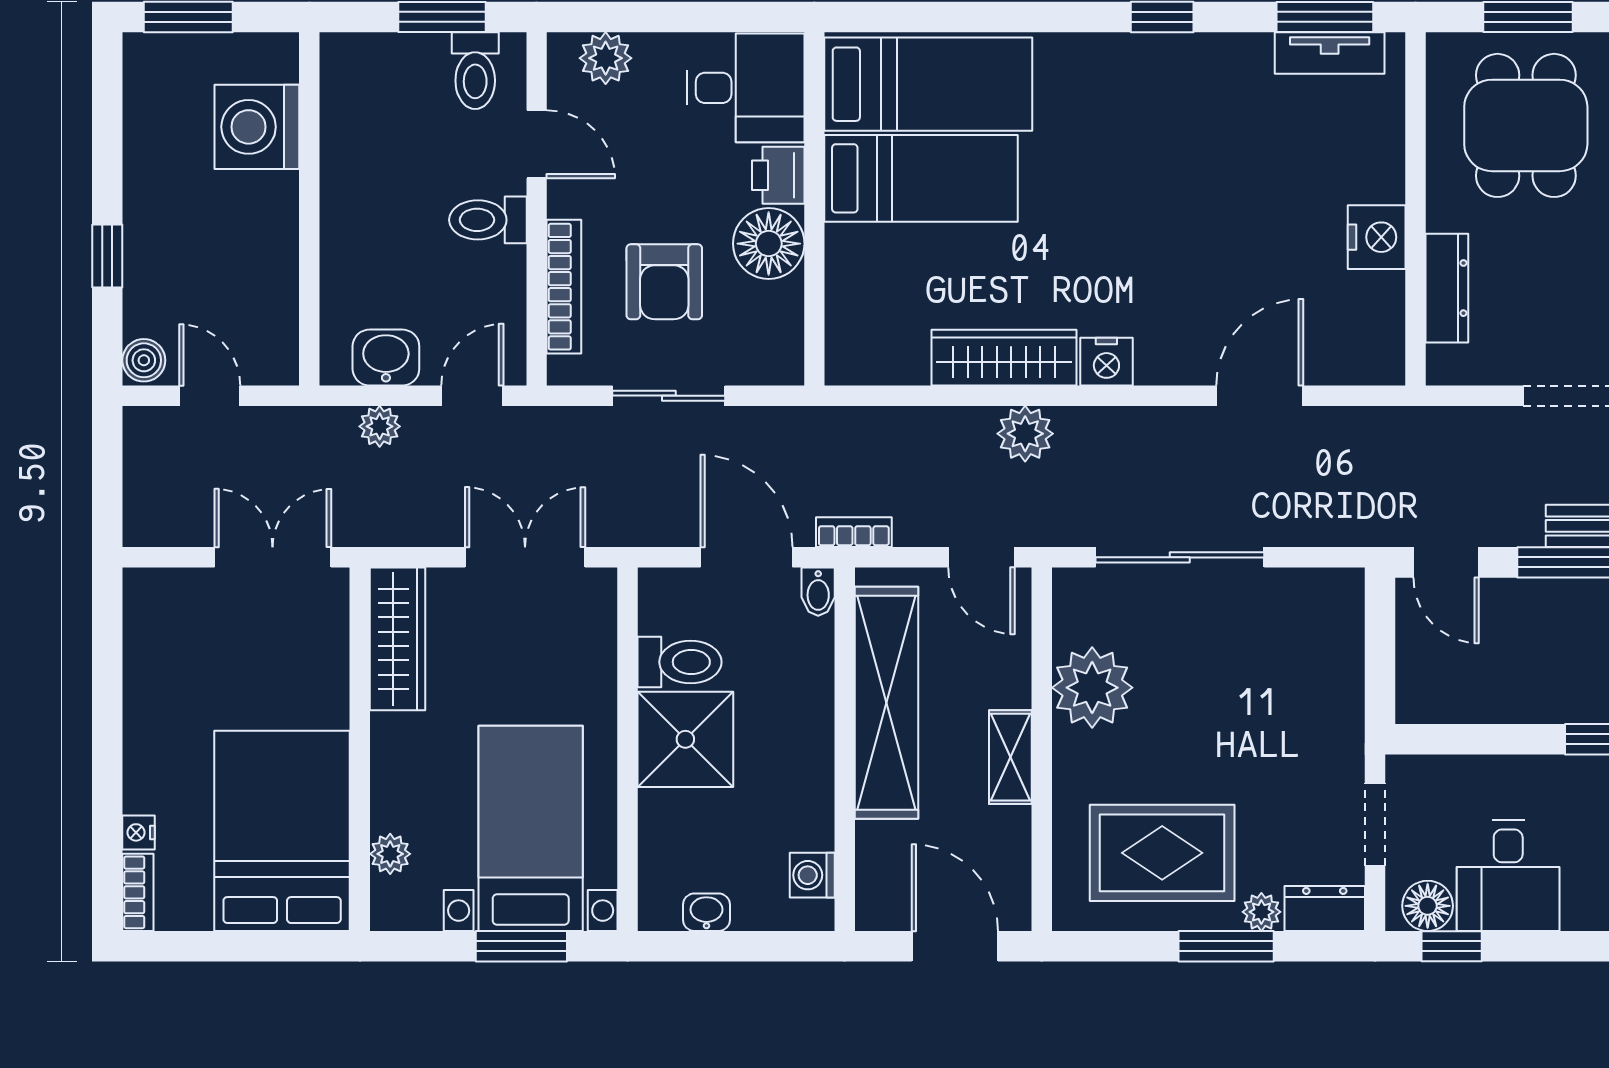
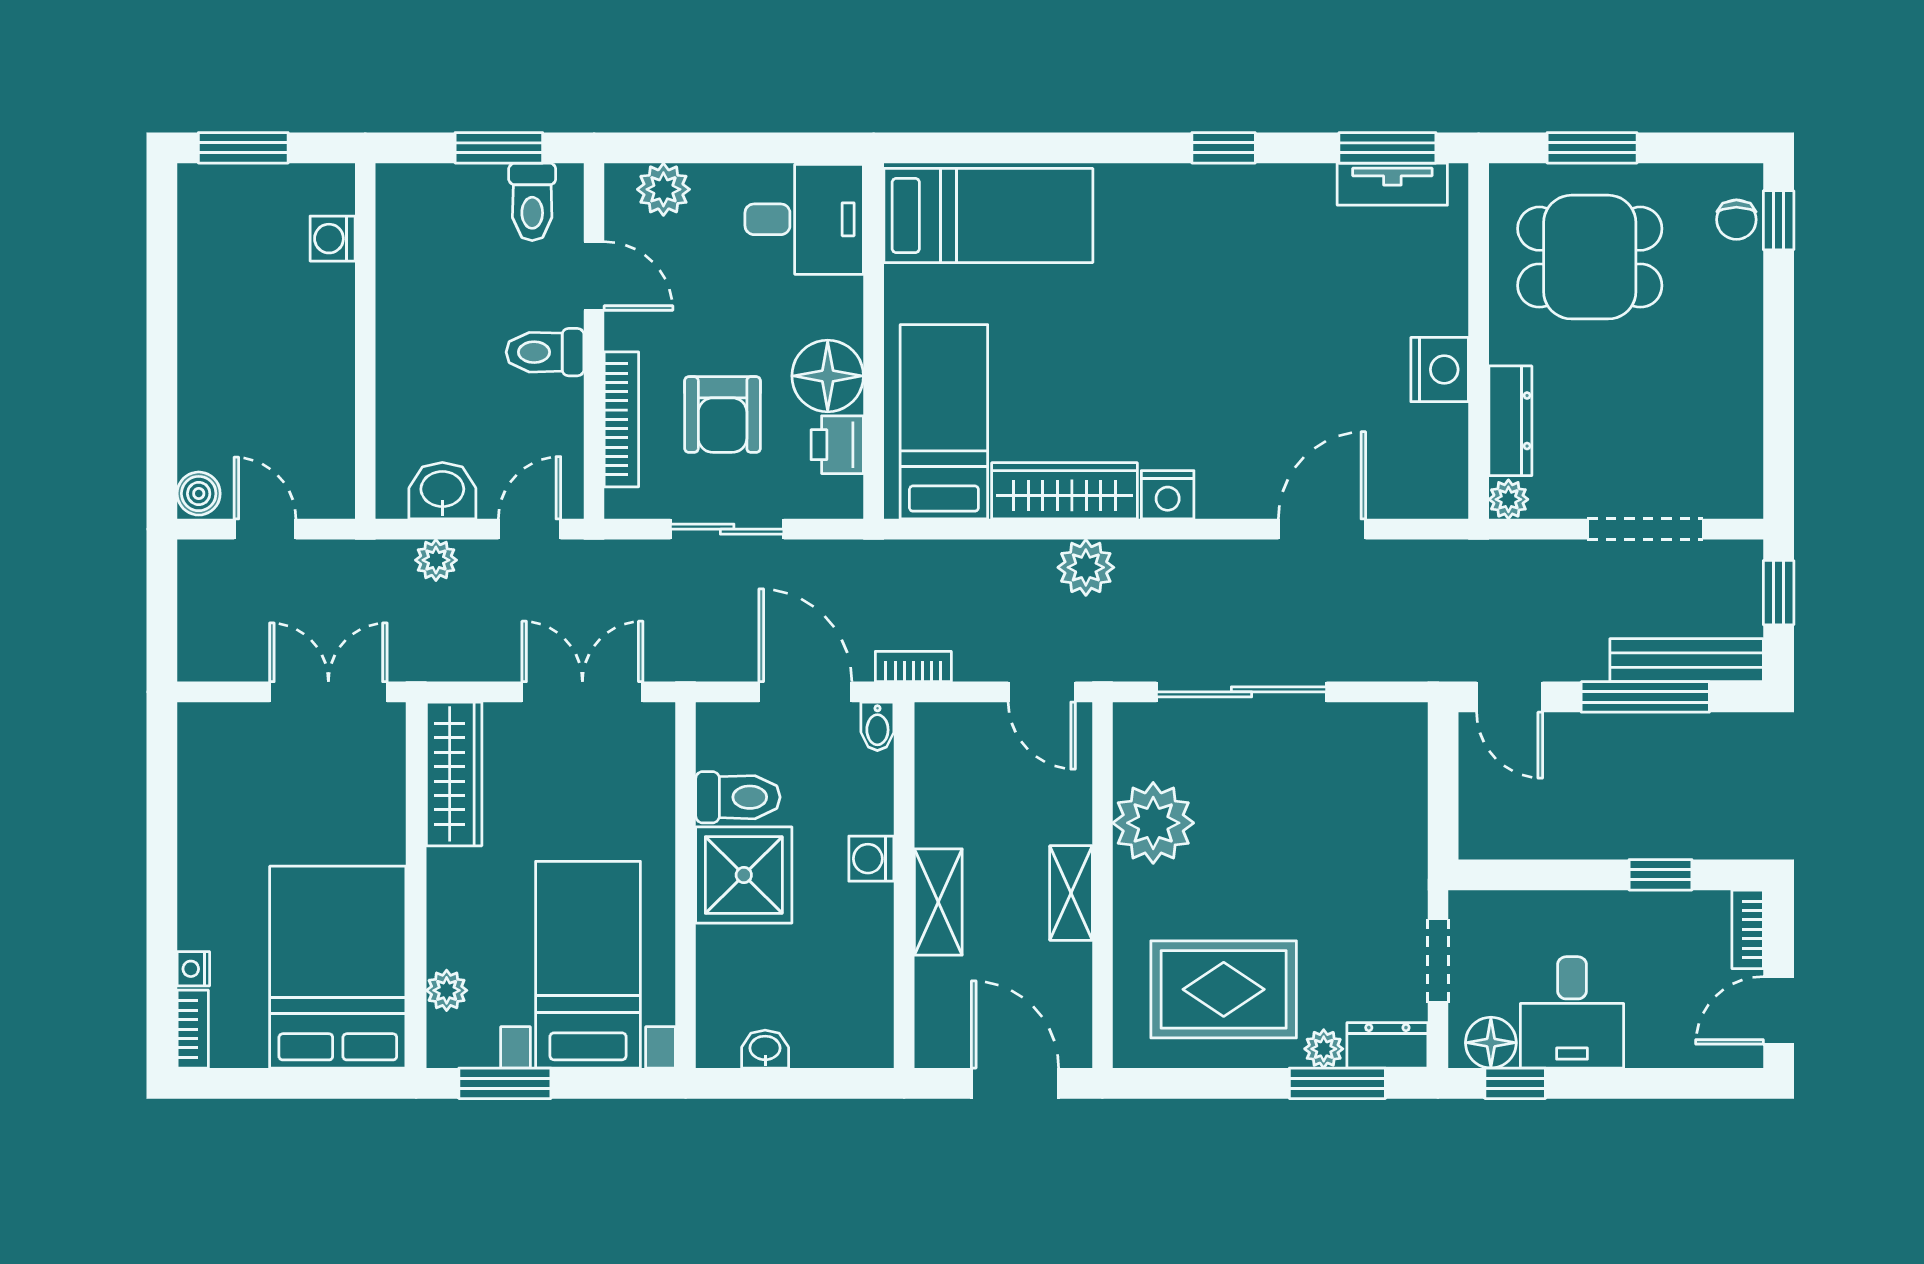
dining table: (1526, 125) -> (1590, 257), turned 90
washing machine: (257, 127) -> (333, 239), width x0.53, depth x0.53
printer: (778, 175) -> (837, 445), moved
bed: (921, 178) -> (944, 422), moved, turned -90
window: (107, 256) -> (162, 388), removed
plant: (1445, 366) -> (1508, 499), added
shelving: (886, 703) -> (938, 902), width x0.45, depth x0.75
washing machine: (812, 875) -> (871, 859), moved
window: (521, 946) -> (505, 1083), moved
window: (1226, 946) -> (1337, 1083), moved

